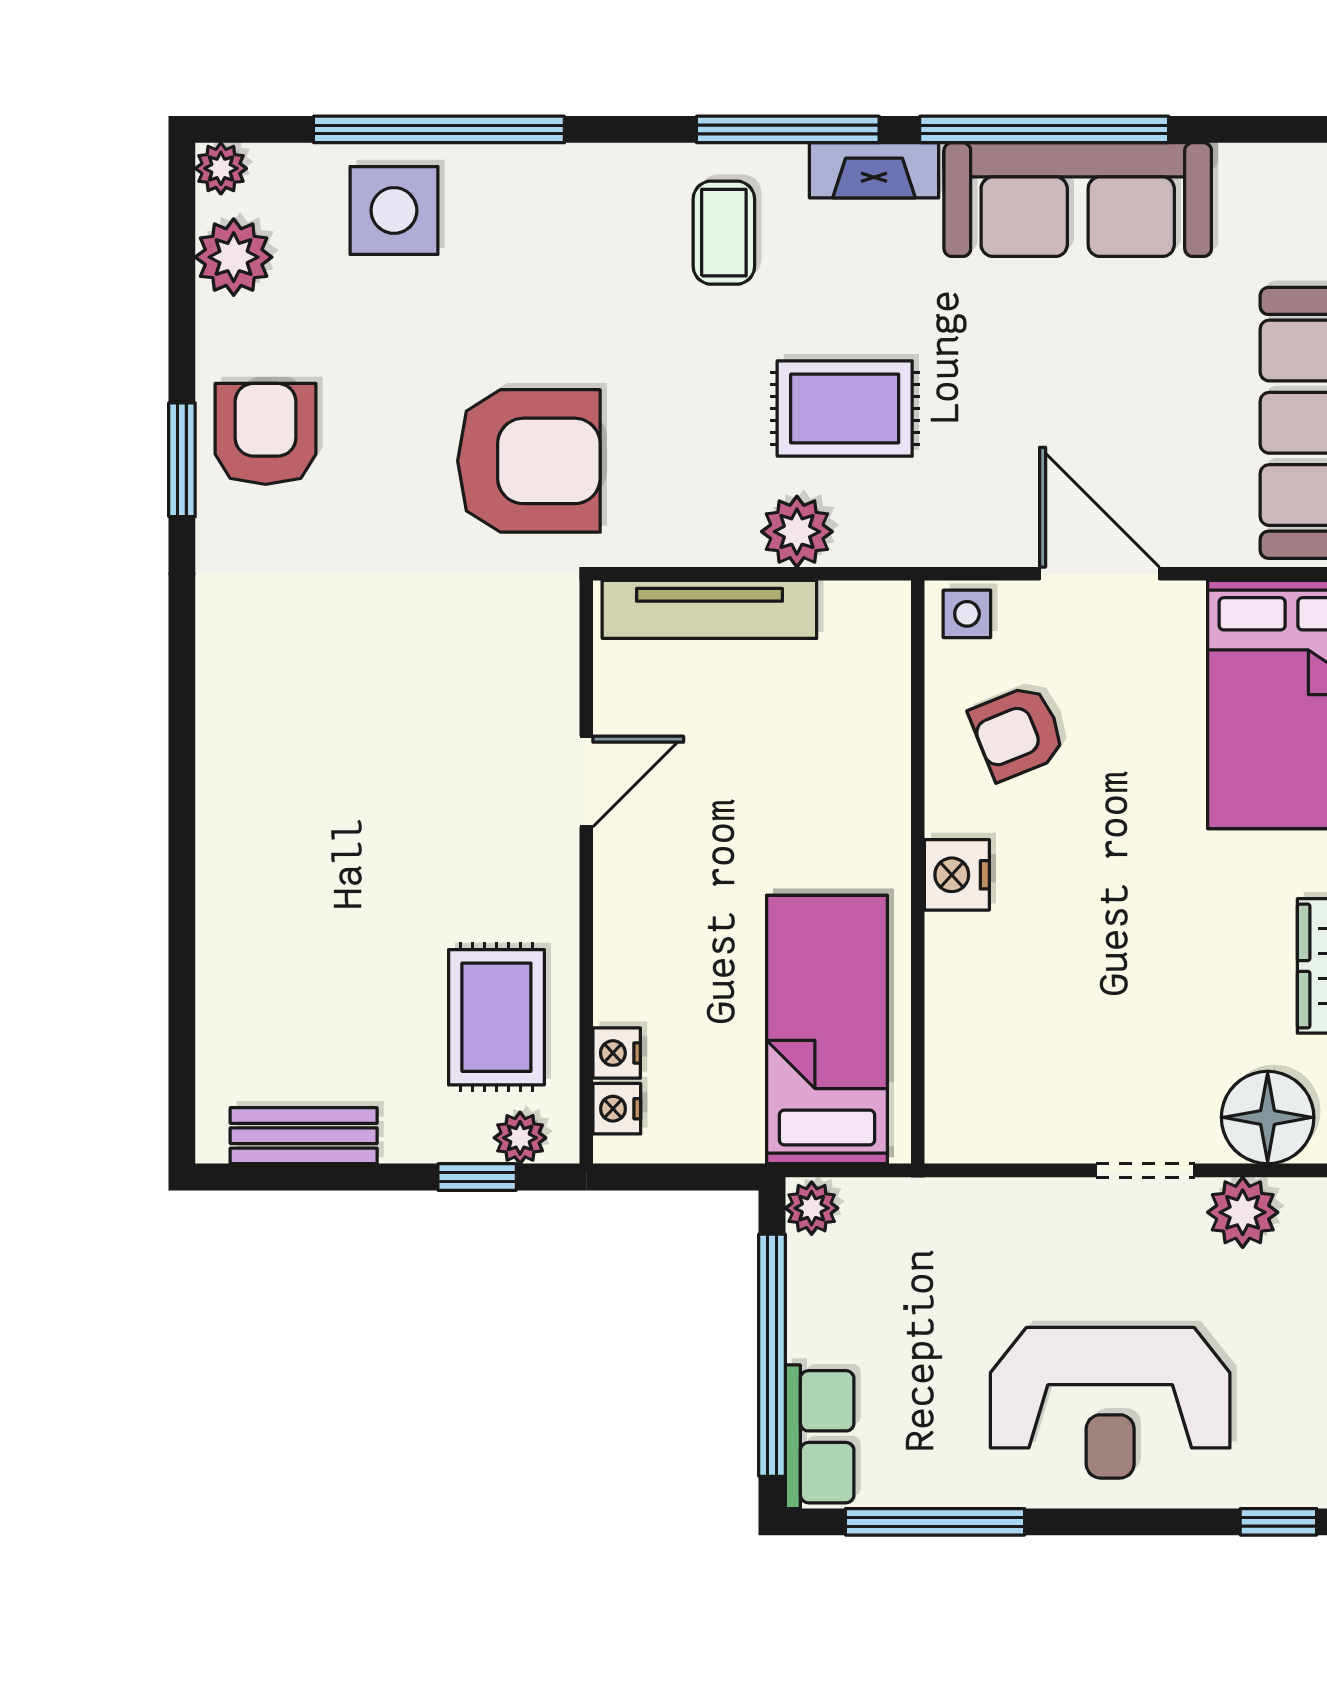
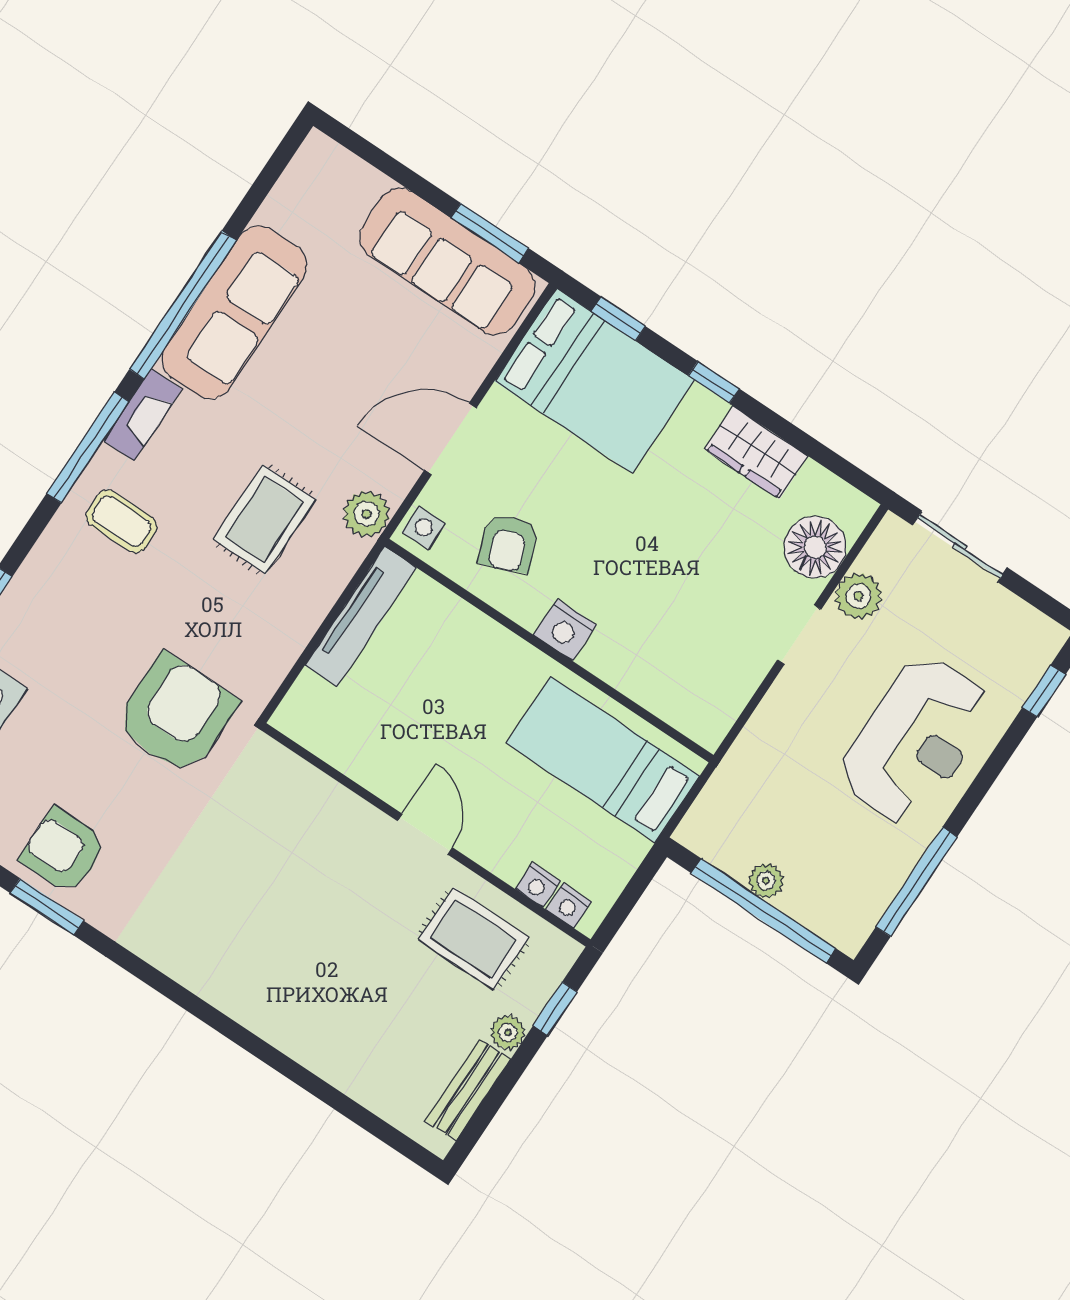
plant: (797, 532) -> (367, 514), moved
tv unit: (709, 609) -> (361, 616), moved
door: (586, 781) -> (425, 834), moved
plant: (520, 1138) -> (508, 1032), moved
plant: (812, 1208) -> (766, 881), moved
row of seats: (820, 1437) -> (826, 915), removed

